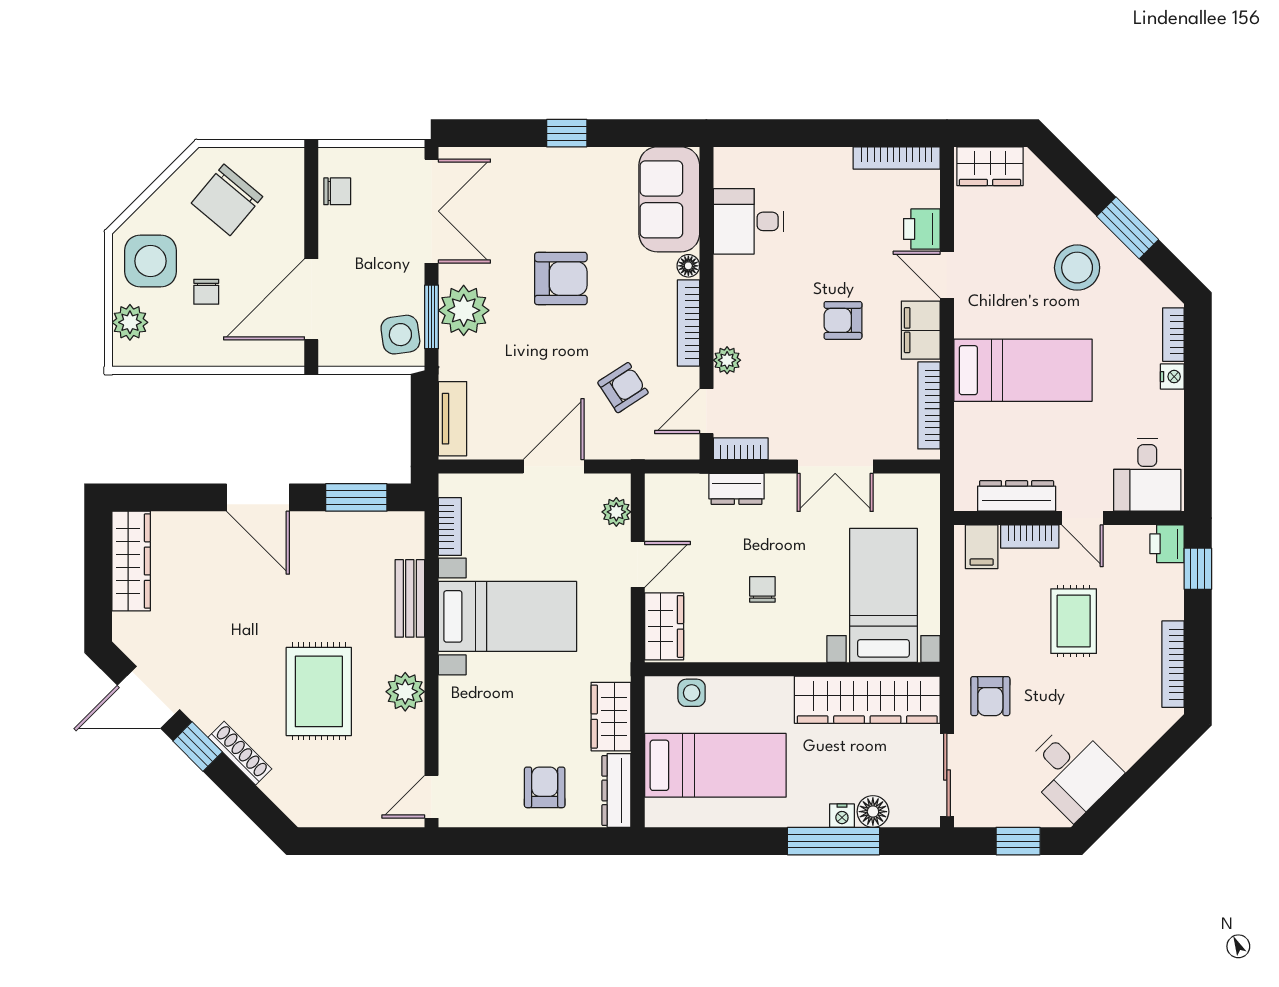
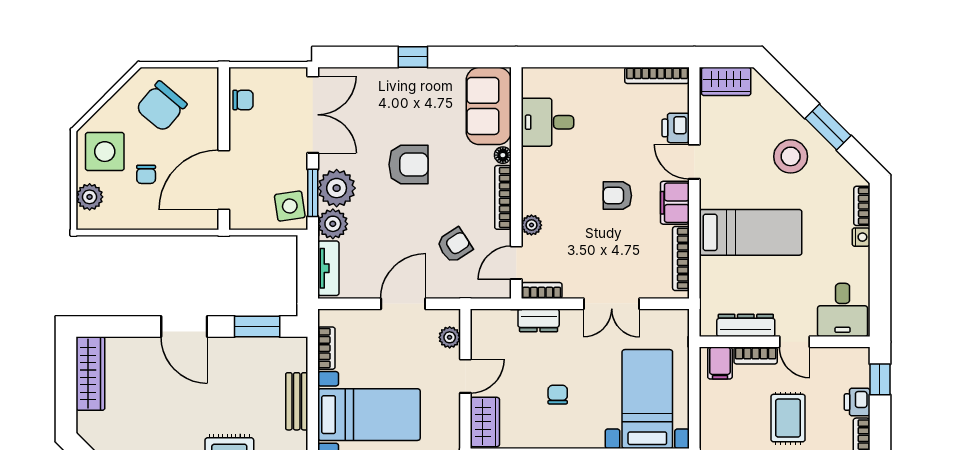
plant: (459, 359) -> (333, 224), added
printer: (1167, 544) -> (857, 402), moved

